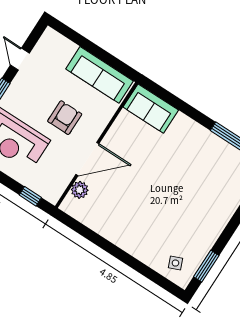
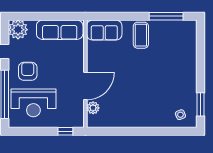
plant: (52, 44) -> (18, 30), added
armchair: (65, 118) -> (28, 71), moved
coffee table: (189, 142) -> (141, 35), added

